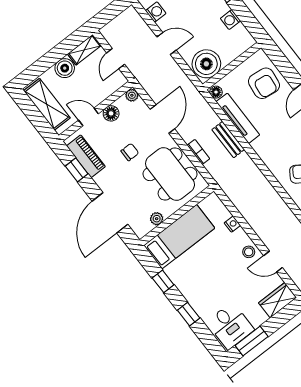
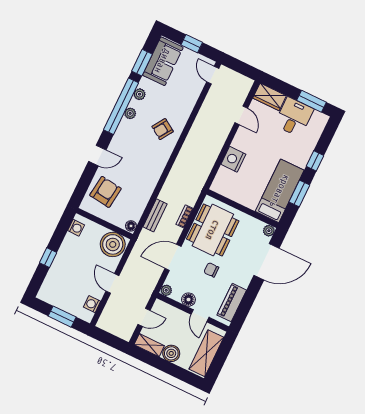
washing machine: (230, 20) -> (76, 228), moved
tv unit: (238, 118) -> (143, 199), removed
bench: (228, 140) -> (155, 215), moved
window: (77, 170) -> (246, 304), removed
plant: (157, 219) -> (269, 231), moved
nightstand: (232, 224) -> (233, 159), width x1.89, depth x1.79
bed: (179, 237) -> (280, 191), moved, turned 90
stool: (249, 252) -> (243, 138), removed
window: (163, 281) -> (299, 194), width x1.50
desk: (230, 326) -> (294, 117), moved

